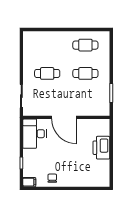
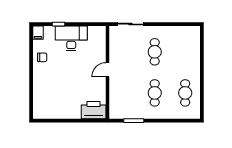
door: (64, 117) -> (108, 70), width x0.53
desk: (35, 134) -> (71, 38), moved
printer: (101, 148) -> (94, 110), moved

